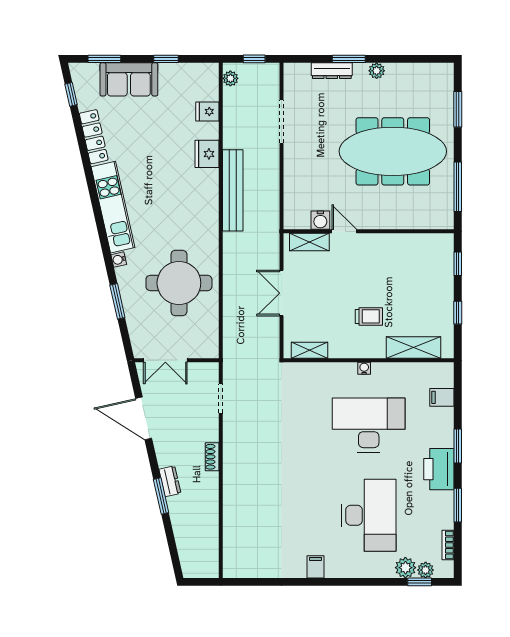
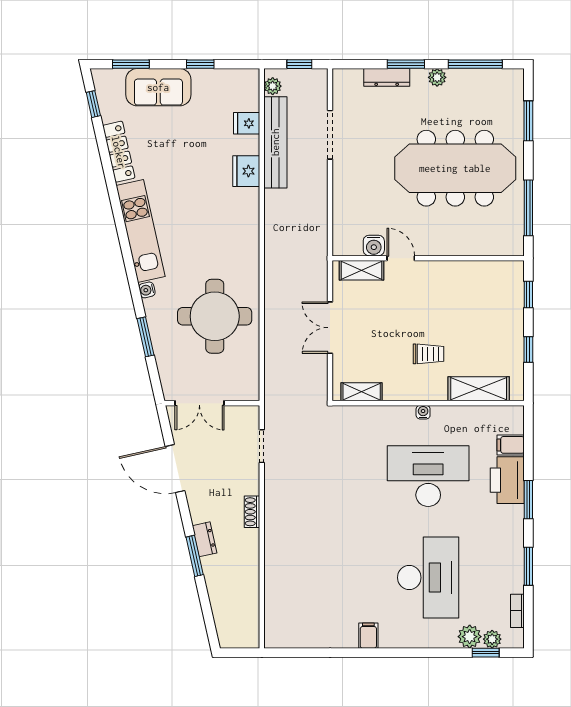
window: (411, 59) -> (475, 64), added
bench: (233, 190) -> (275, 142), moved
printer: (439, 469) -> (507, 480), moved

